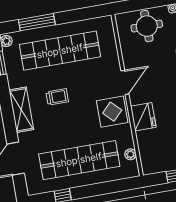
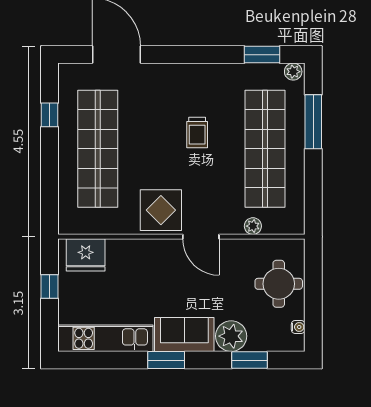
shelving: (21, 110) -> (187, 76), removed
fridge: (143, 117) -> (86, 255), moved
plant: (130, 154) -> (253, 226), moved

